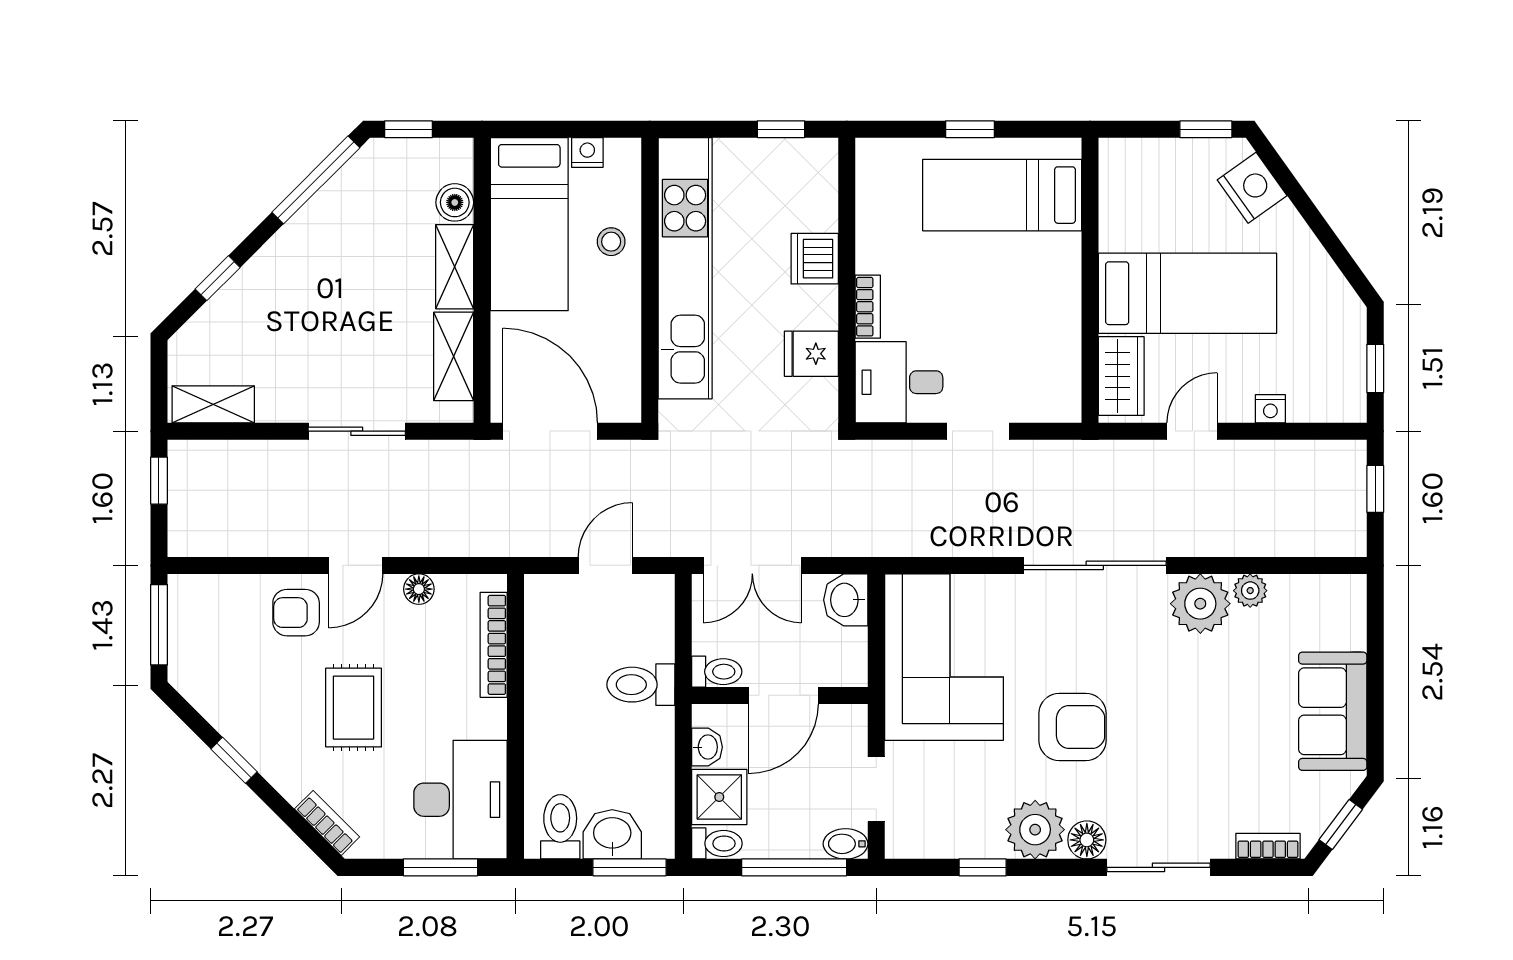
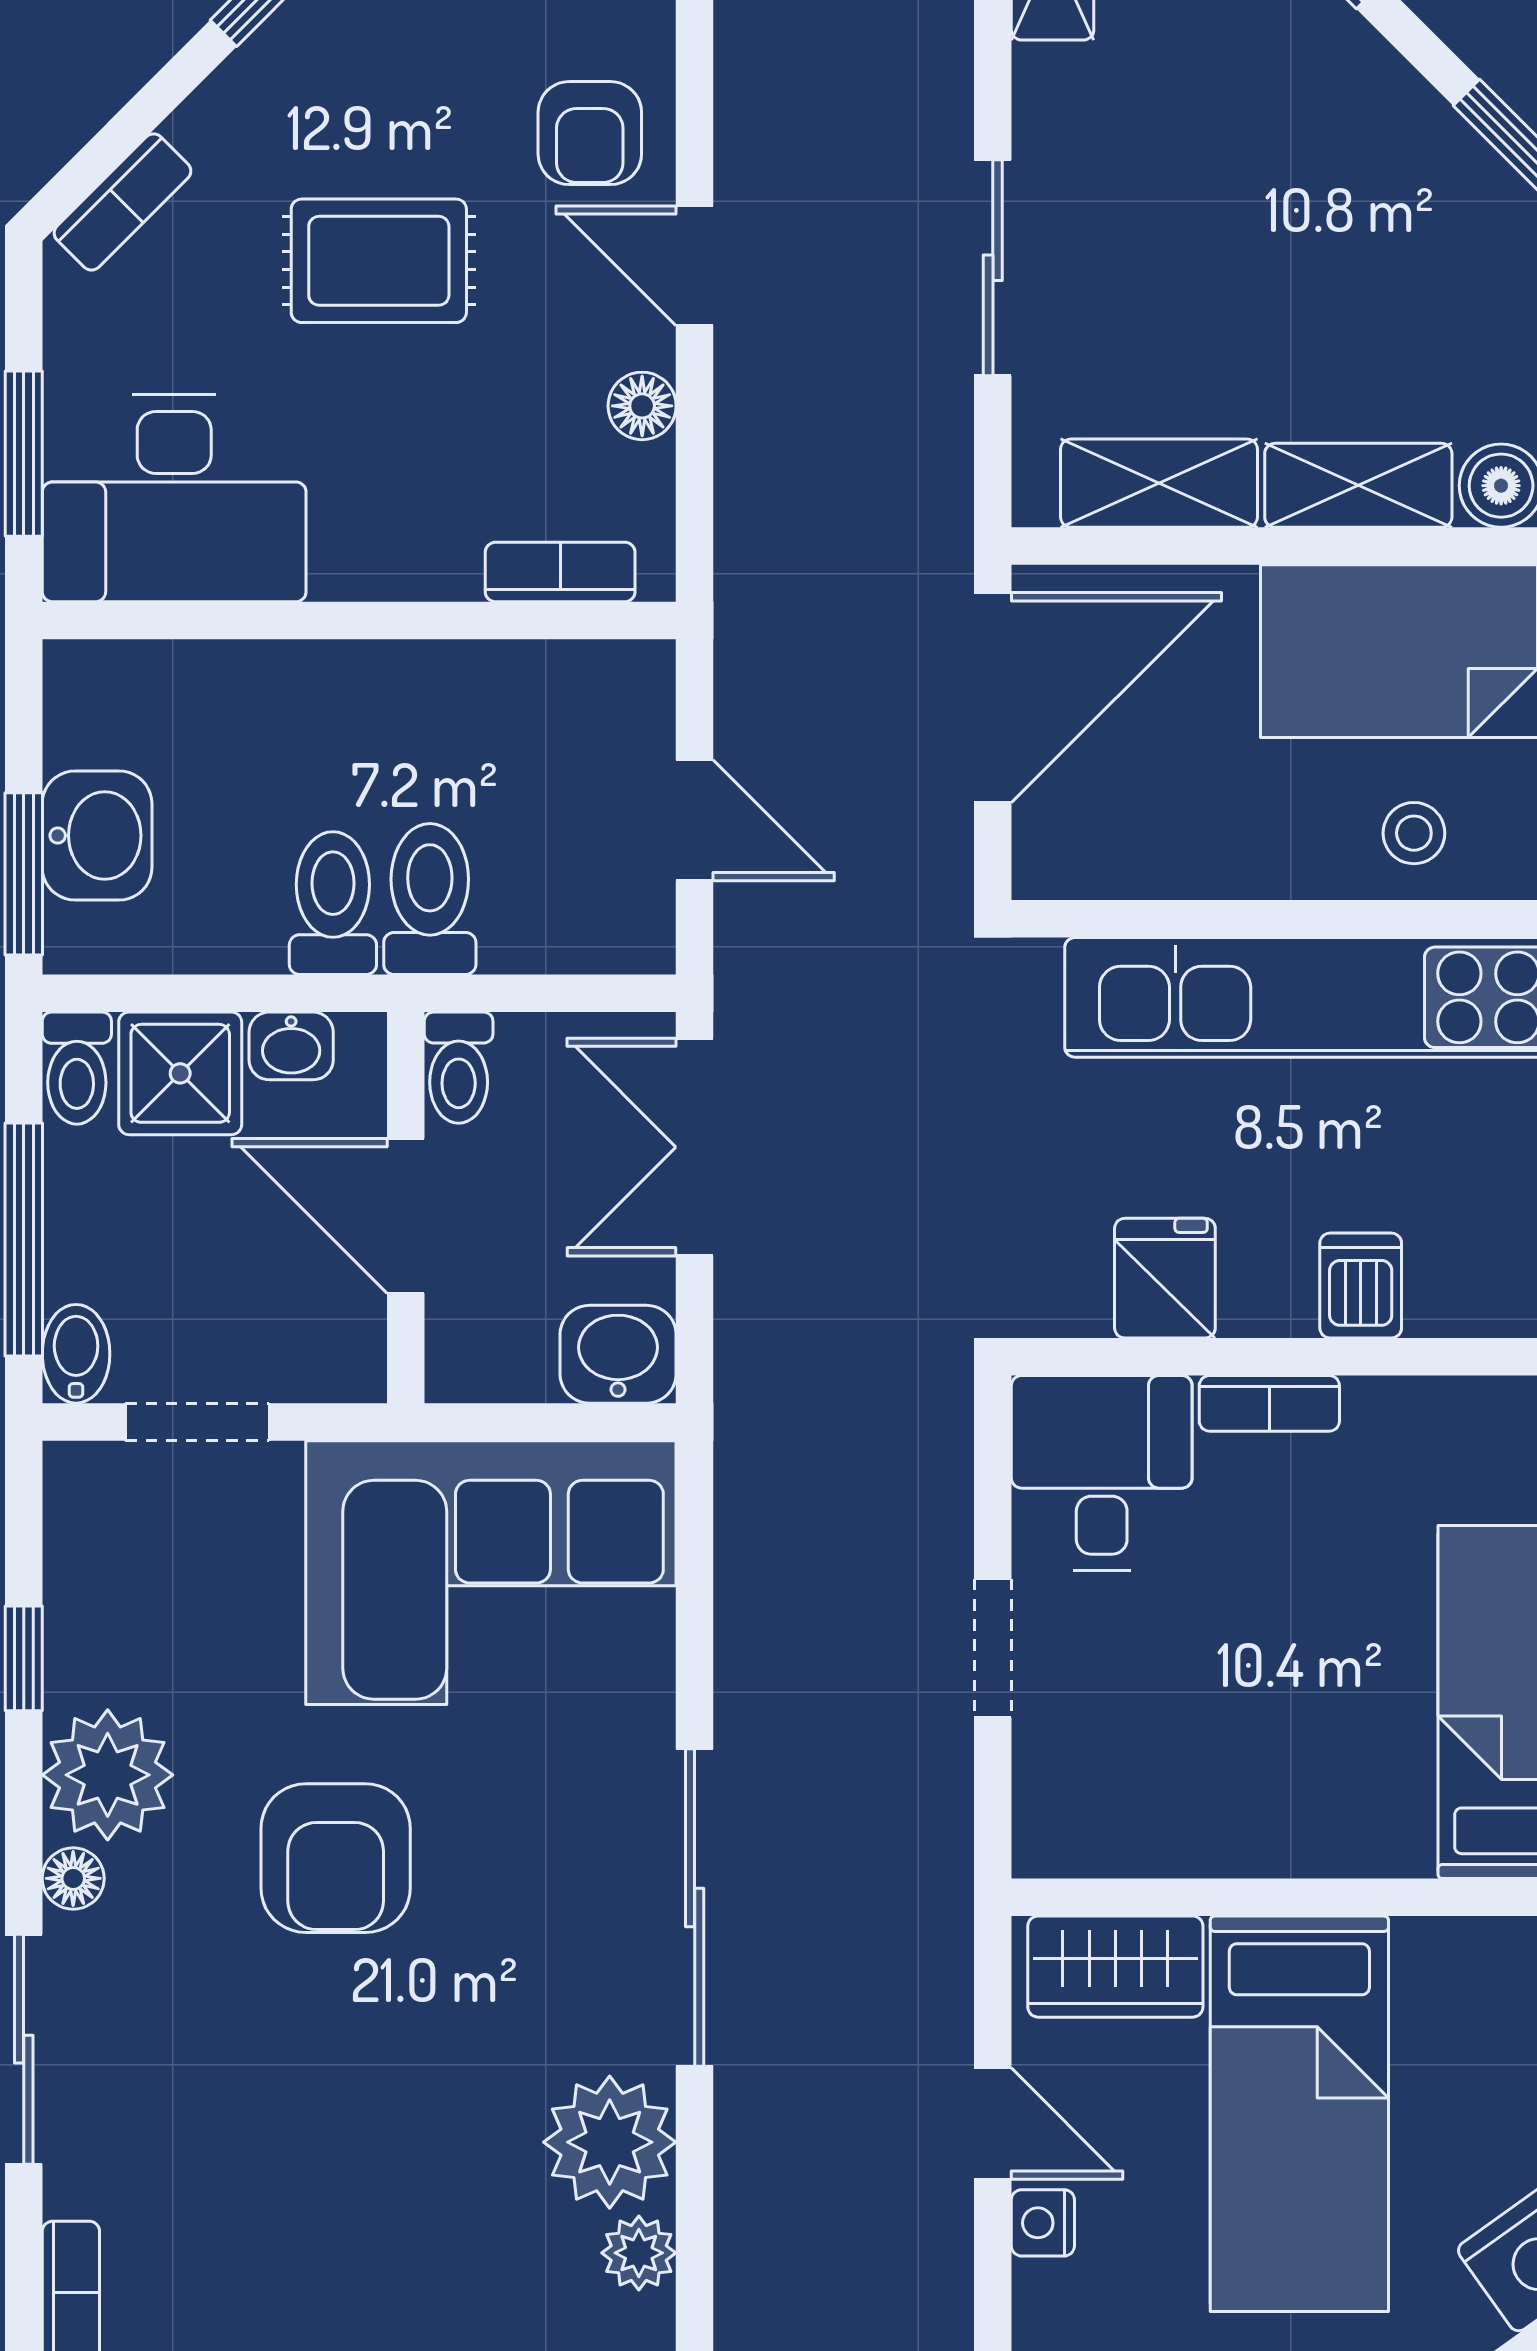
dishwasher: (815, 259) -> (1361, 1286), width x0.73
nightstand: (1270, 409) -> (1043, 2223), moved
armchair: (296, 613) -> (590, 133), turned 180
bookcase: (494, 645) -> (560, 572), width x0.64
toilet: (560, 827) -> (333, 903), moved, turned -90
floor lamp: (1087, 840) -> (73, 1878), width x0.73, depth x0.73

